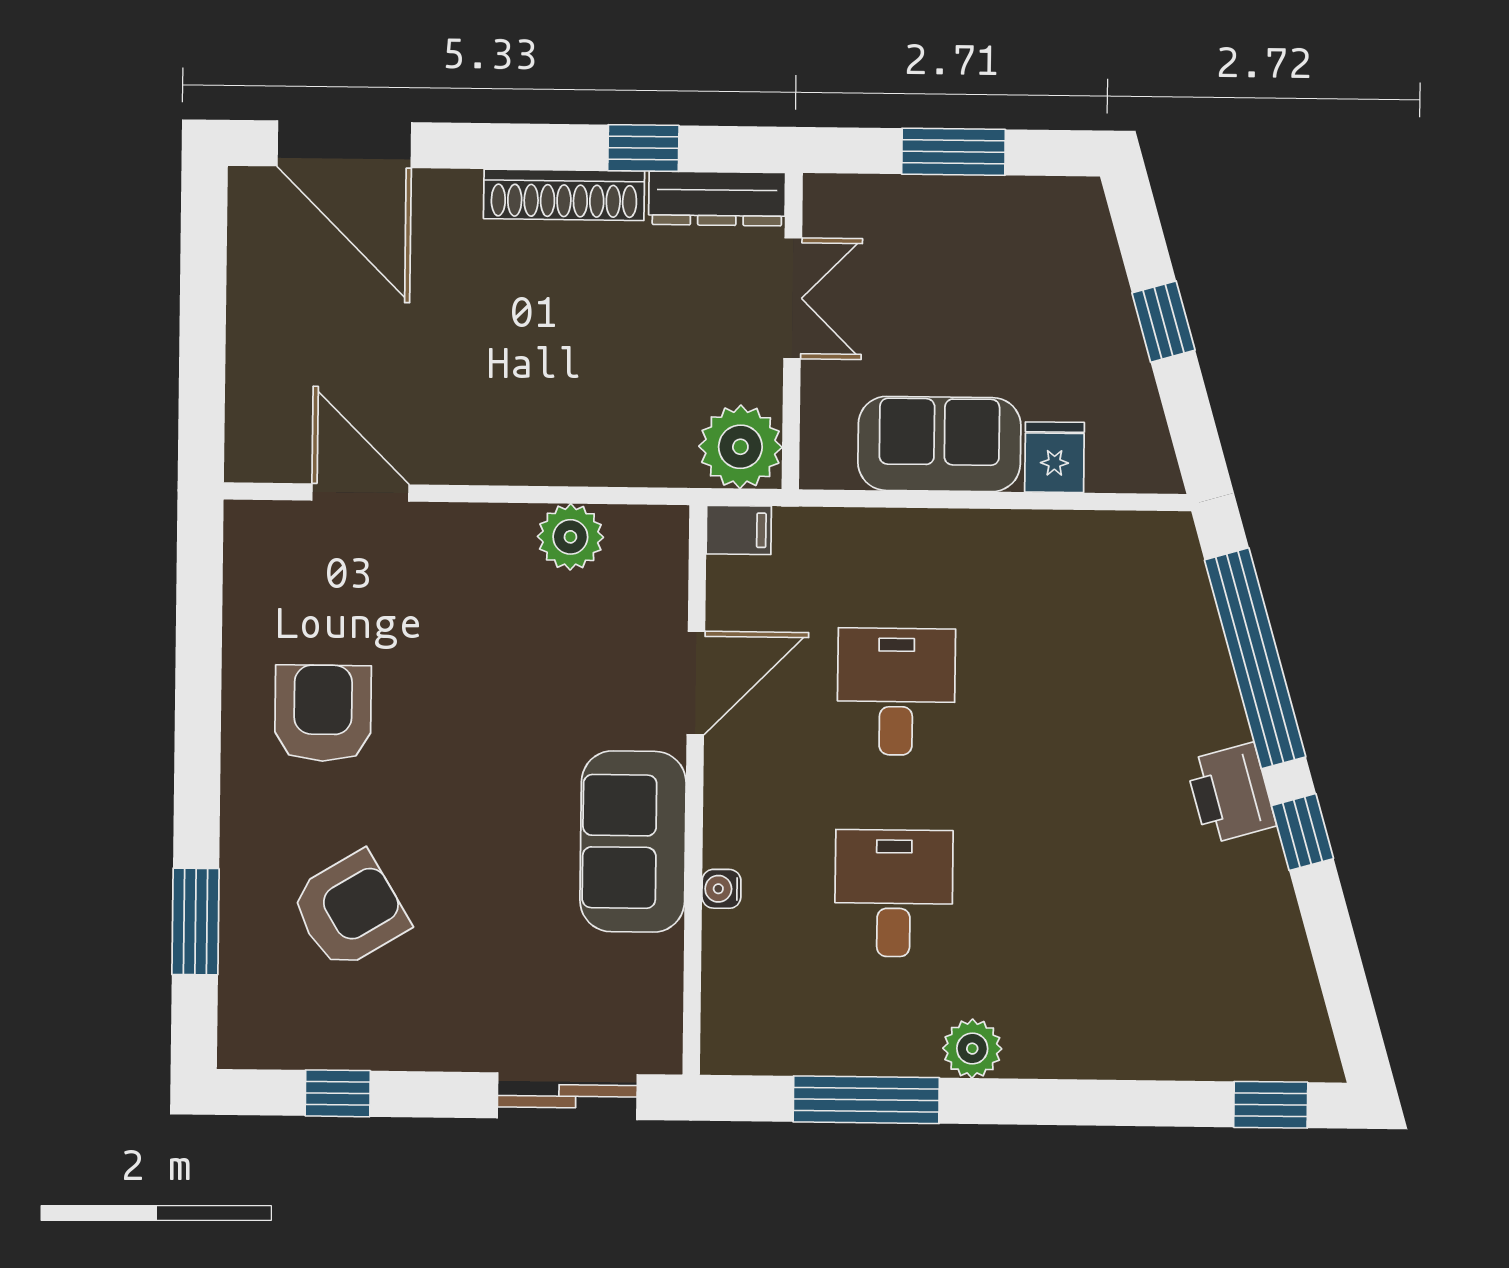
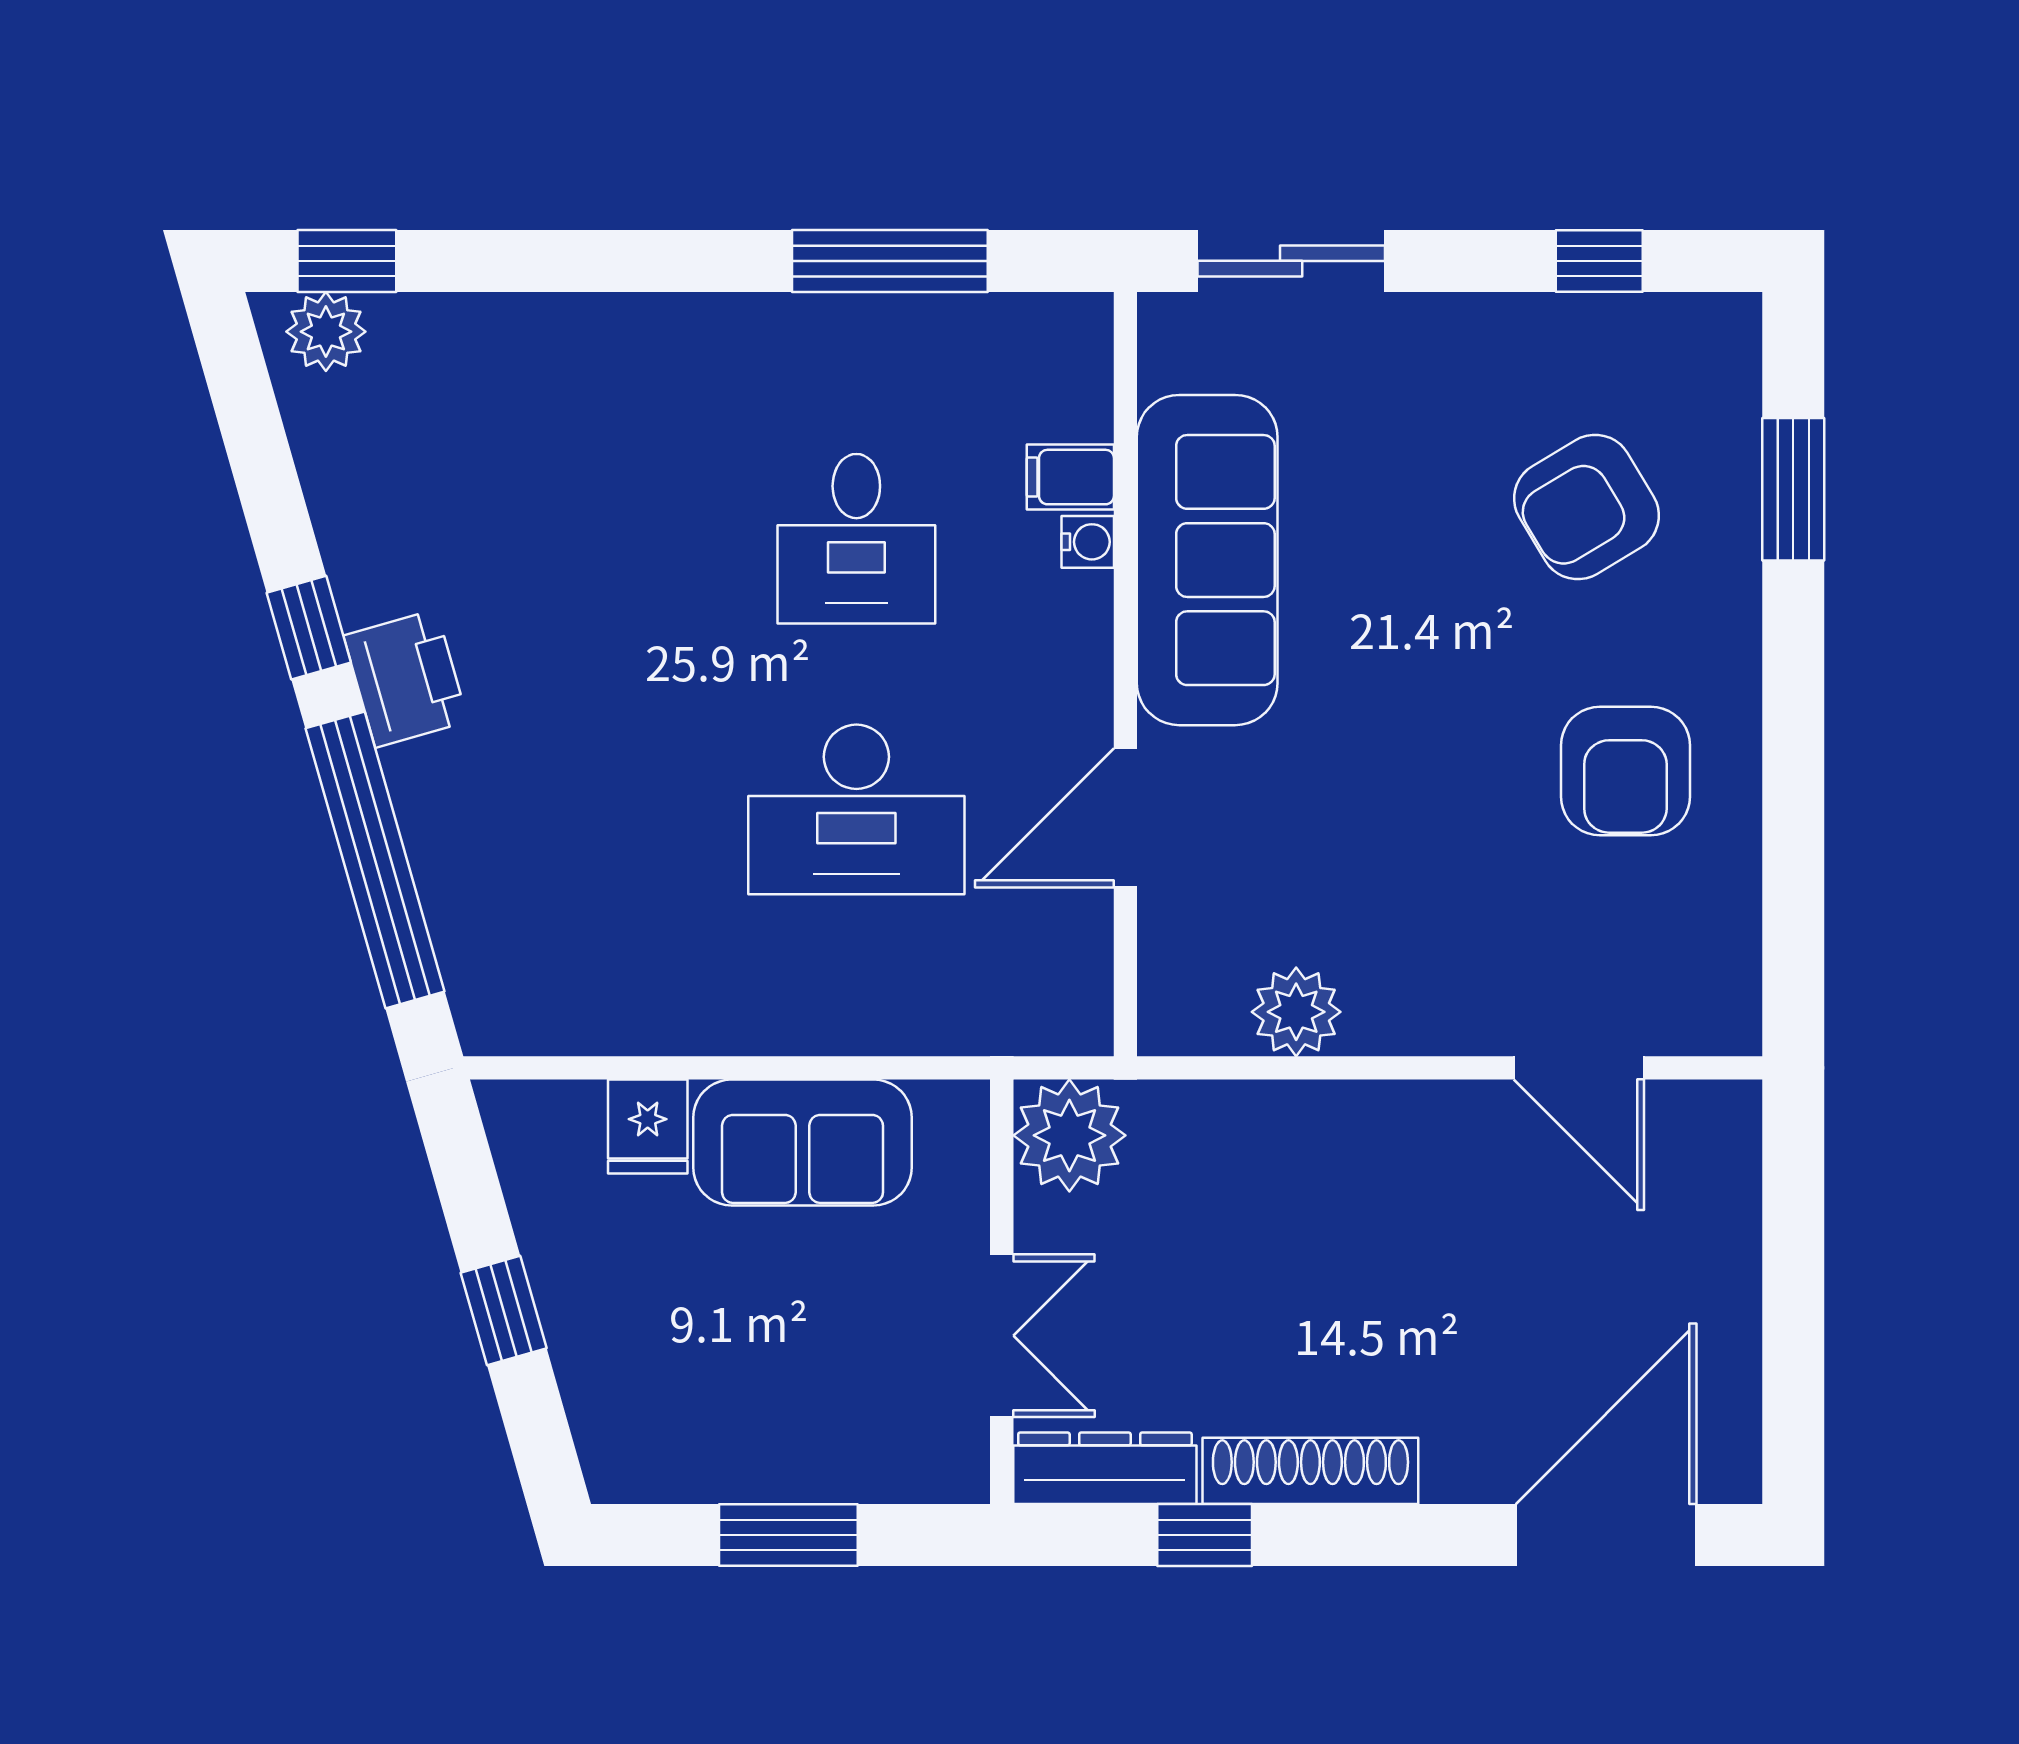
door: (344, 144) -> (1606, 1535), hinge flipped
double door: (793, 298) -> (1002, 1336), swing flipped
filing cabinet: (739, 530) -> (1070, 477), moved
desk: (896, 692) -> (856, 809), width x1.37
sofa: (633, 842) -> (1207, 560), width x1.36
plant: (972, 1049) -> (326, 332), moved

